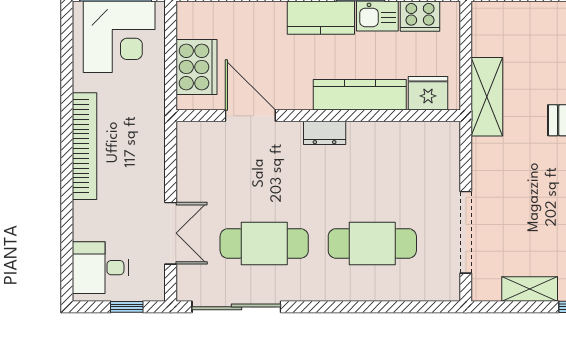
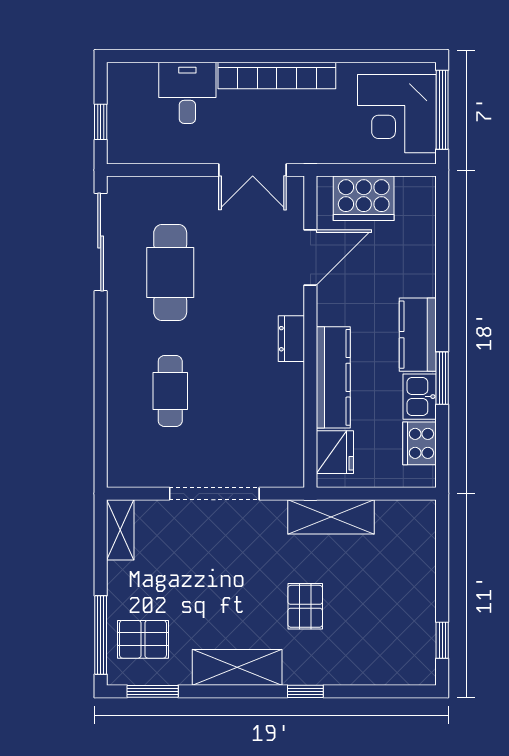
doorway: (466, 232) -> (214, 494), moved
double door: (171, 233) -> (253, 170), moved
cafe table: (372, 243) -> (170, 391), width x0.73, depth x0.74
desk: (100, 268) -> (187, 93), moved
shelving: (530, 289) -> (120, 530), moved

